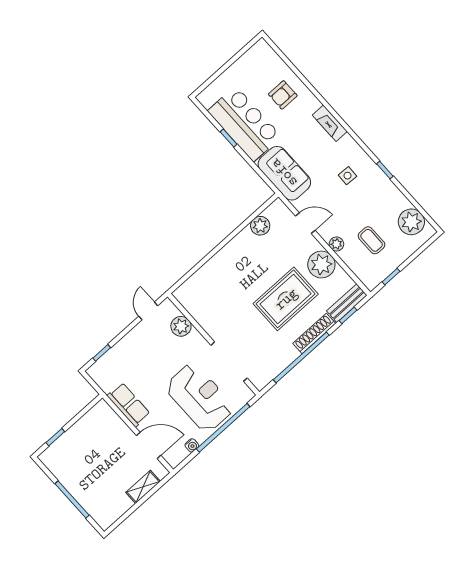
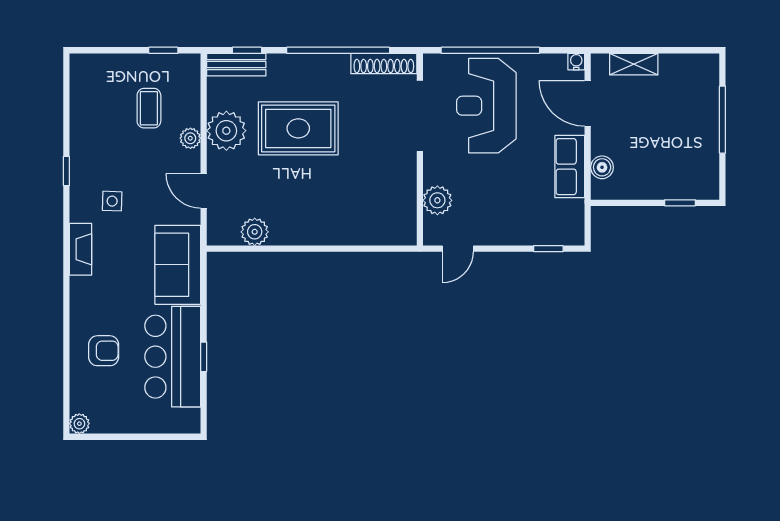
fireplace: (330, 123) -> (80, 249), moved
plant: (411, 222) -> (79, 424), moved, width x0.53, depth x0.53
shoe rack: (314, 333) -> (384, 63), moved
boiler: (112, 419) -> (602, 167), added
water cooler: (192, 445) -> (576, 62), moved

